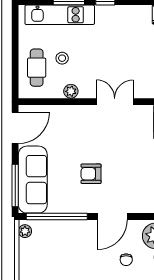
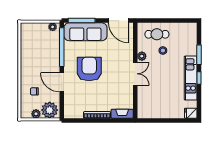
kitchen unit: (60, 15) -> (191, 78), moved
double door: (115, 102) -> (135, 74), moved
armchair: (91, 174) -> (89, 69), width x1.88, depth x1.88

